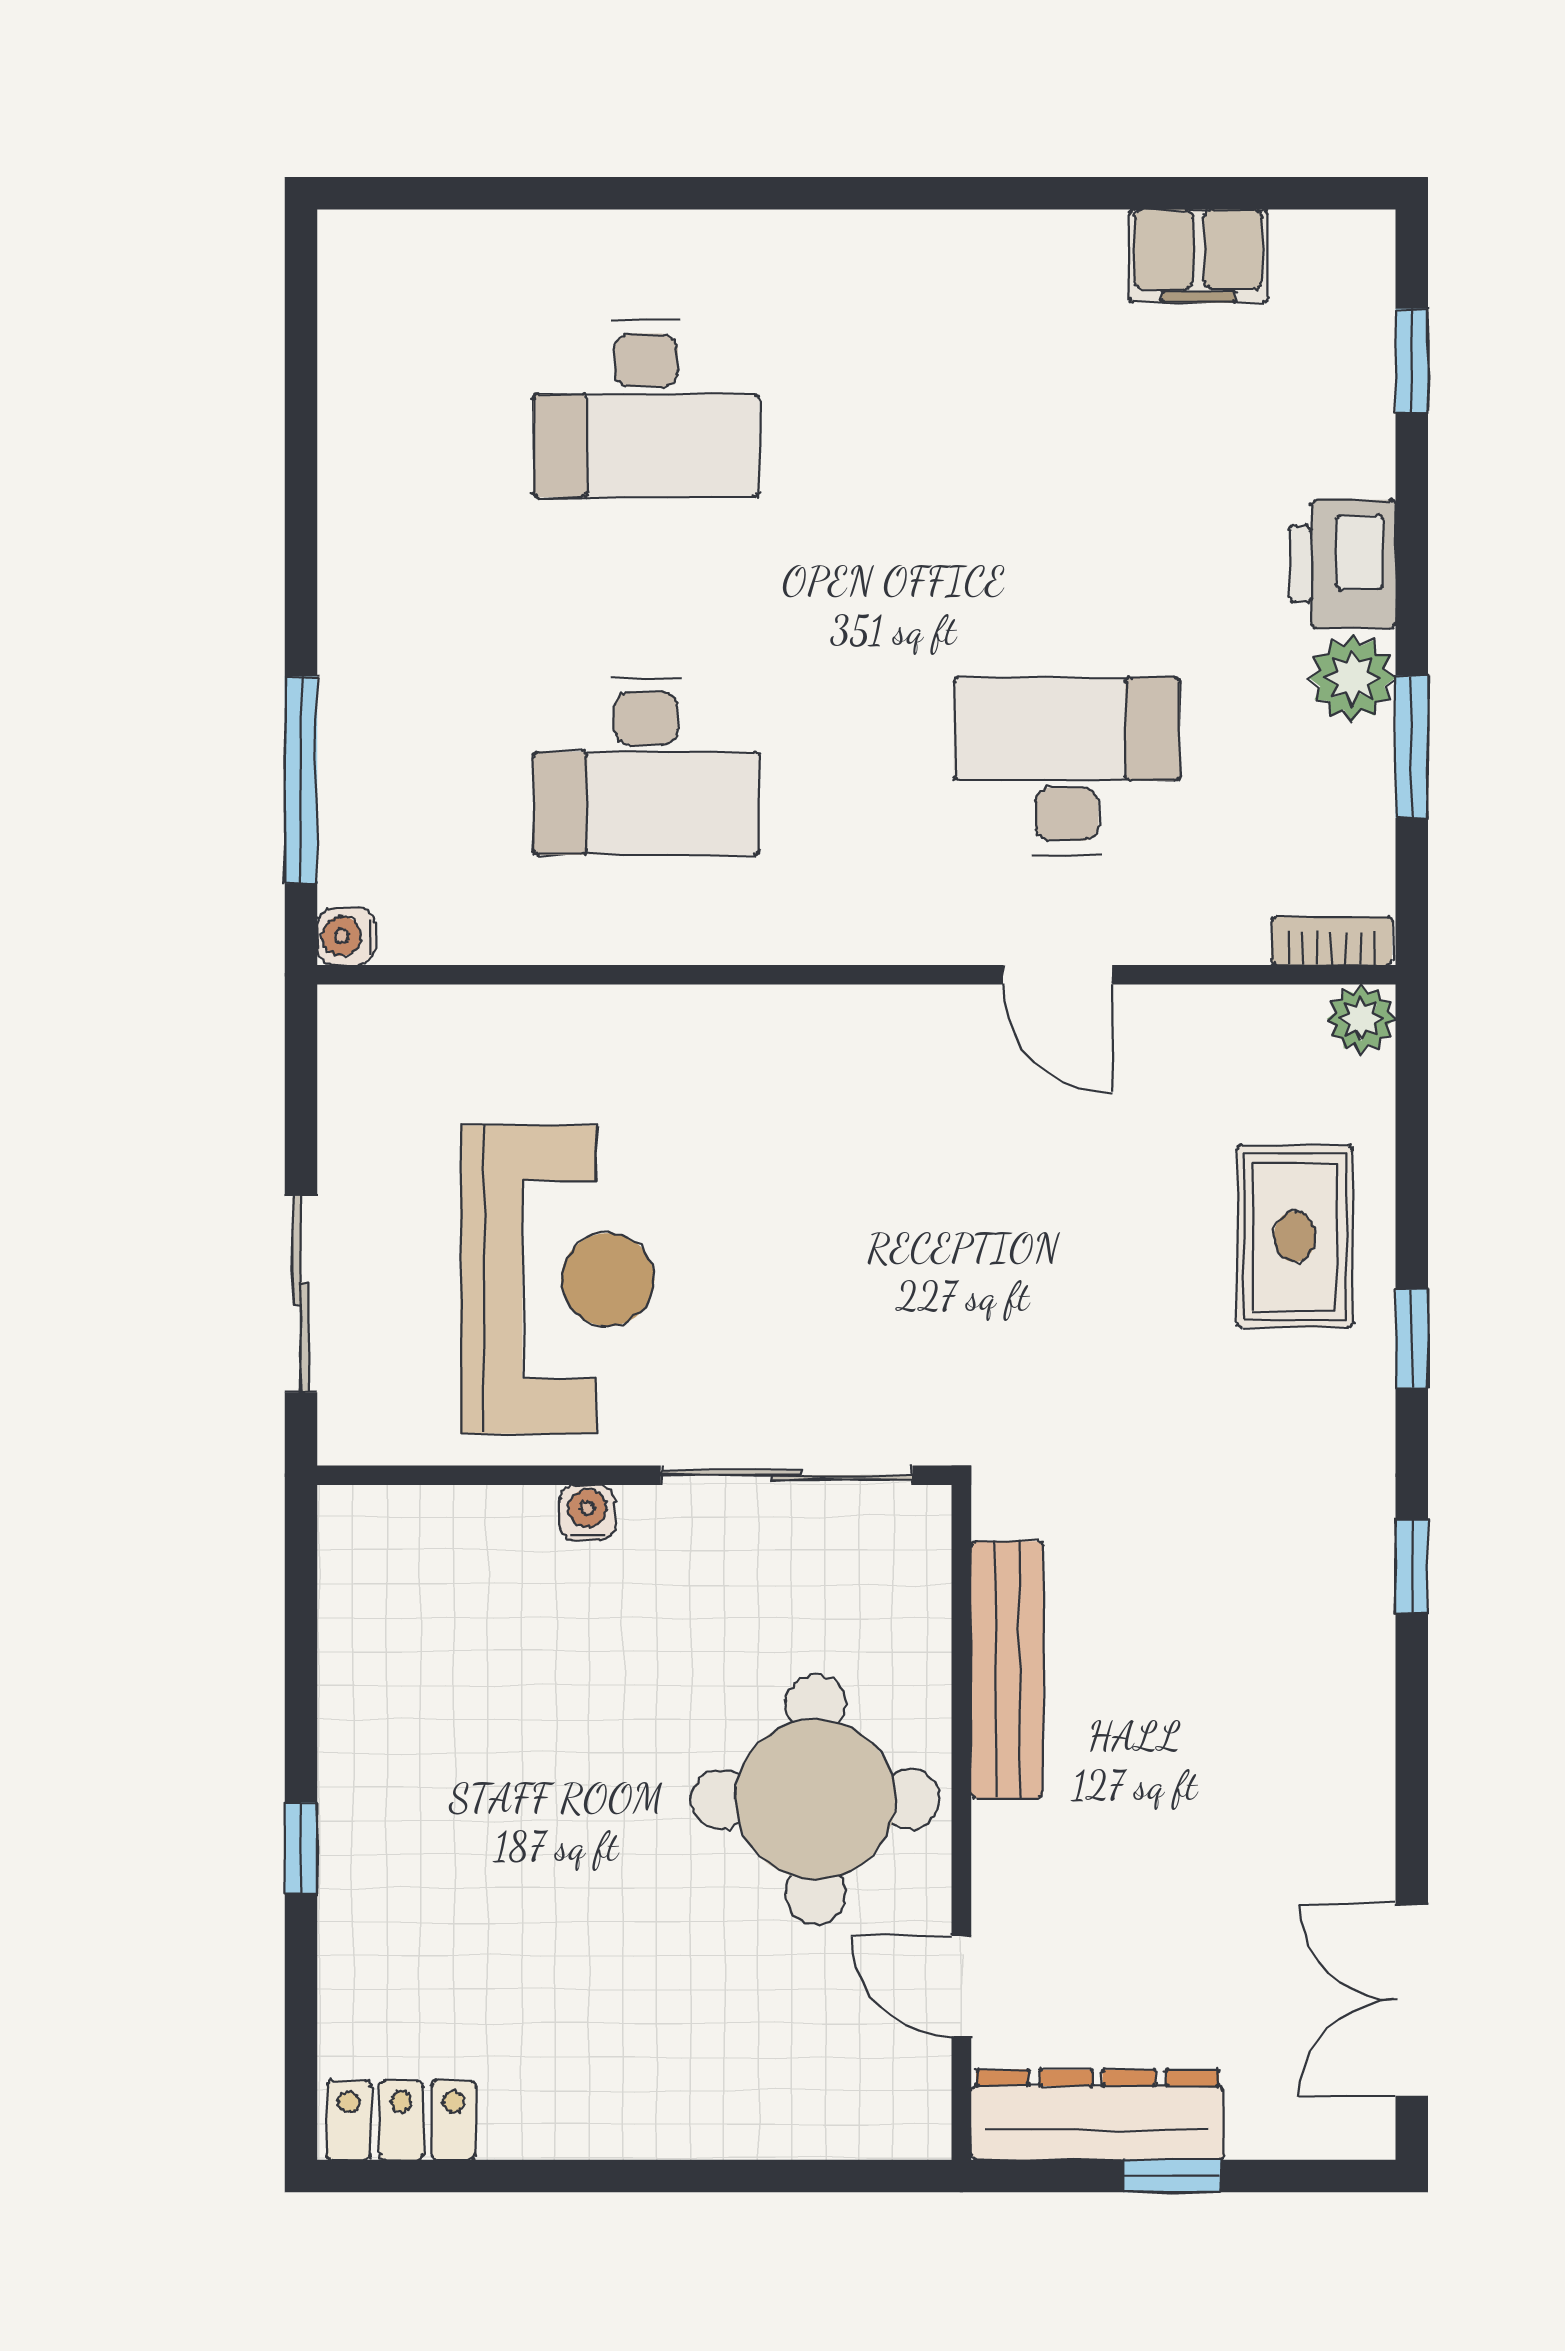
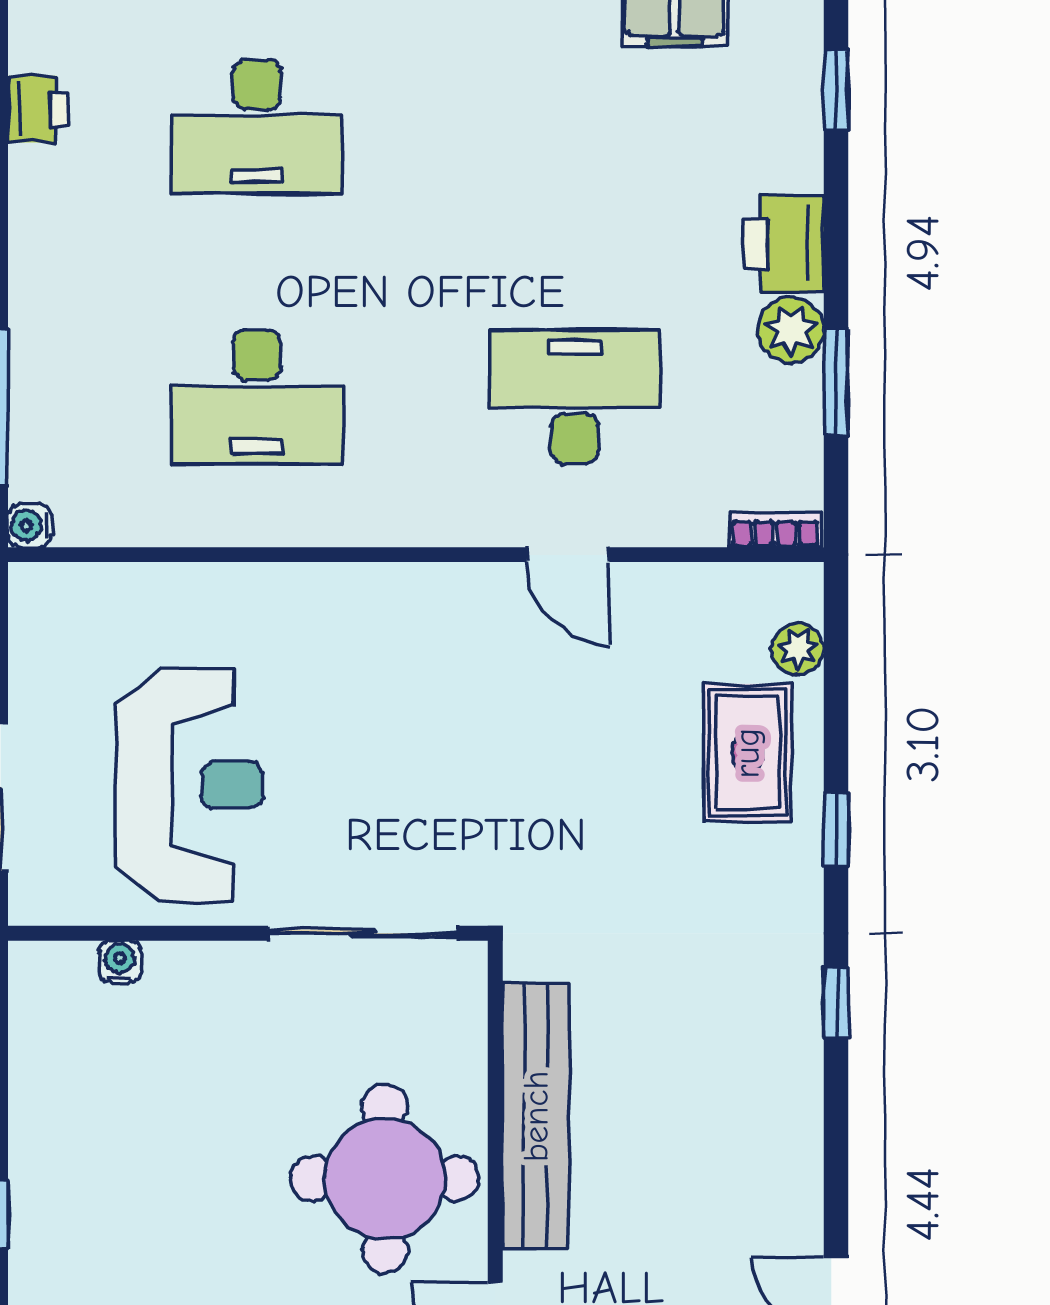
printer: (357, 386) -> (38, 109), added
plant: (1361, 1019) -> (798, 649), moved
water cooler: (587, 1513) -> (120, 962), moved
bench: (1007, 1670) -> (536, 1116), width x1.37, depth x1.21

